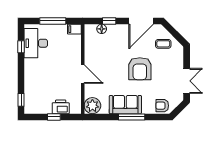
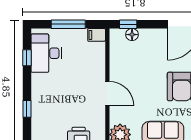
window: (109, 21) -> (128, 24), moved
window: (21, 100) -> (27, 109), moved

